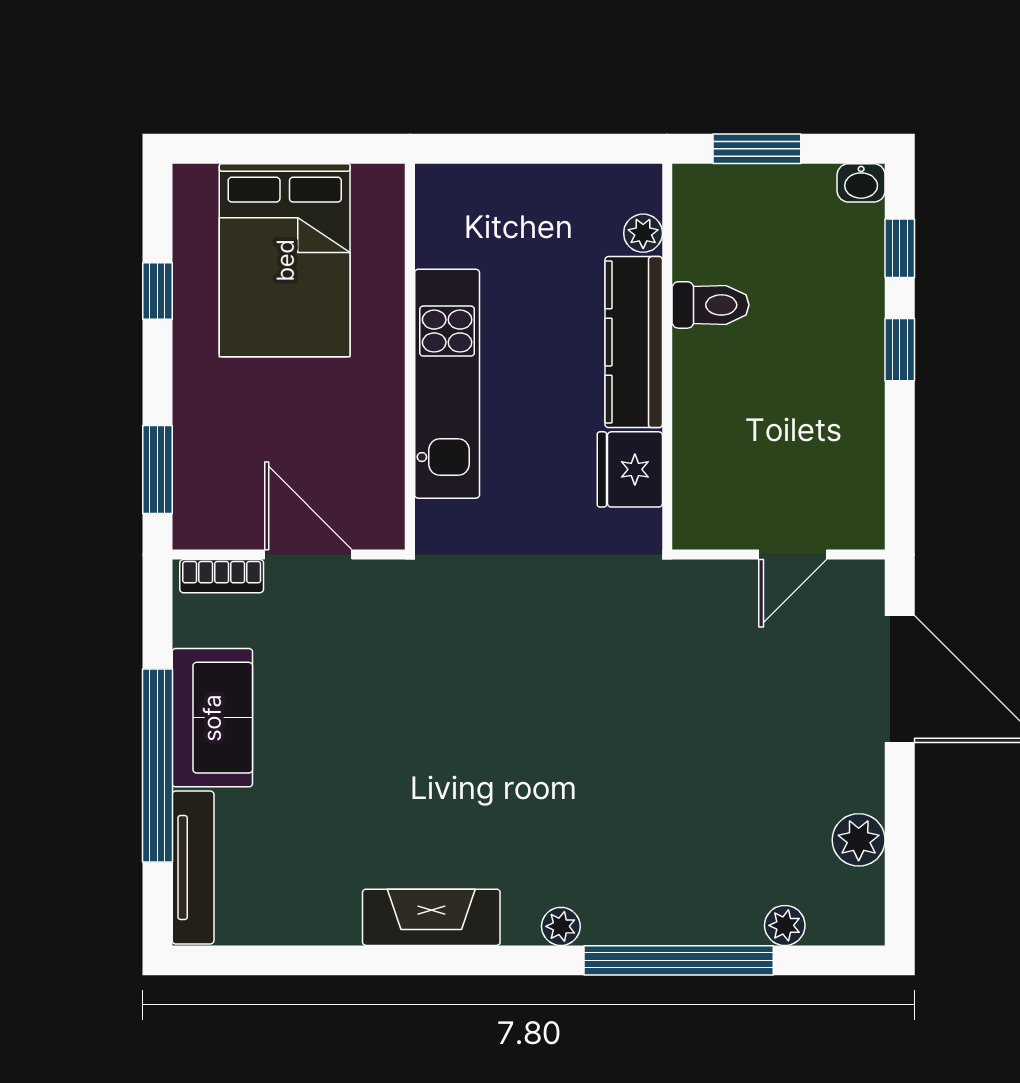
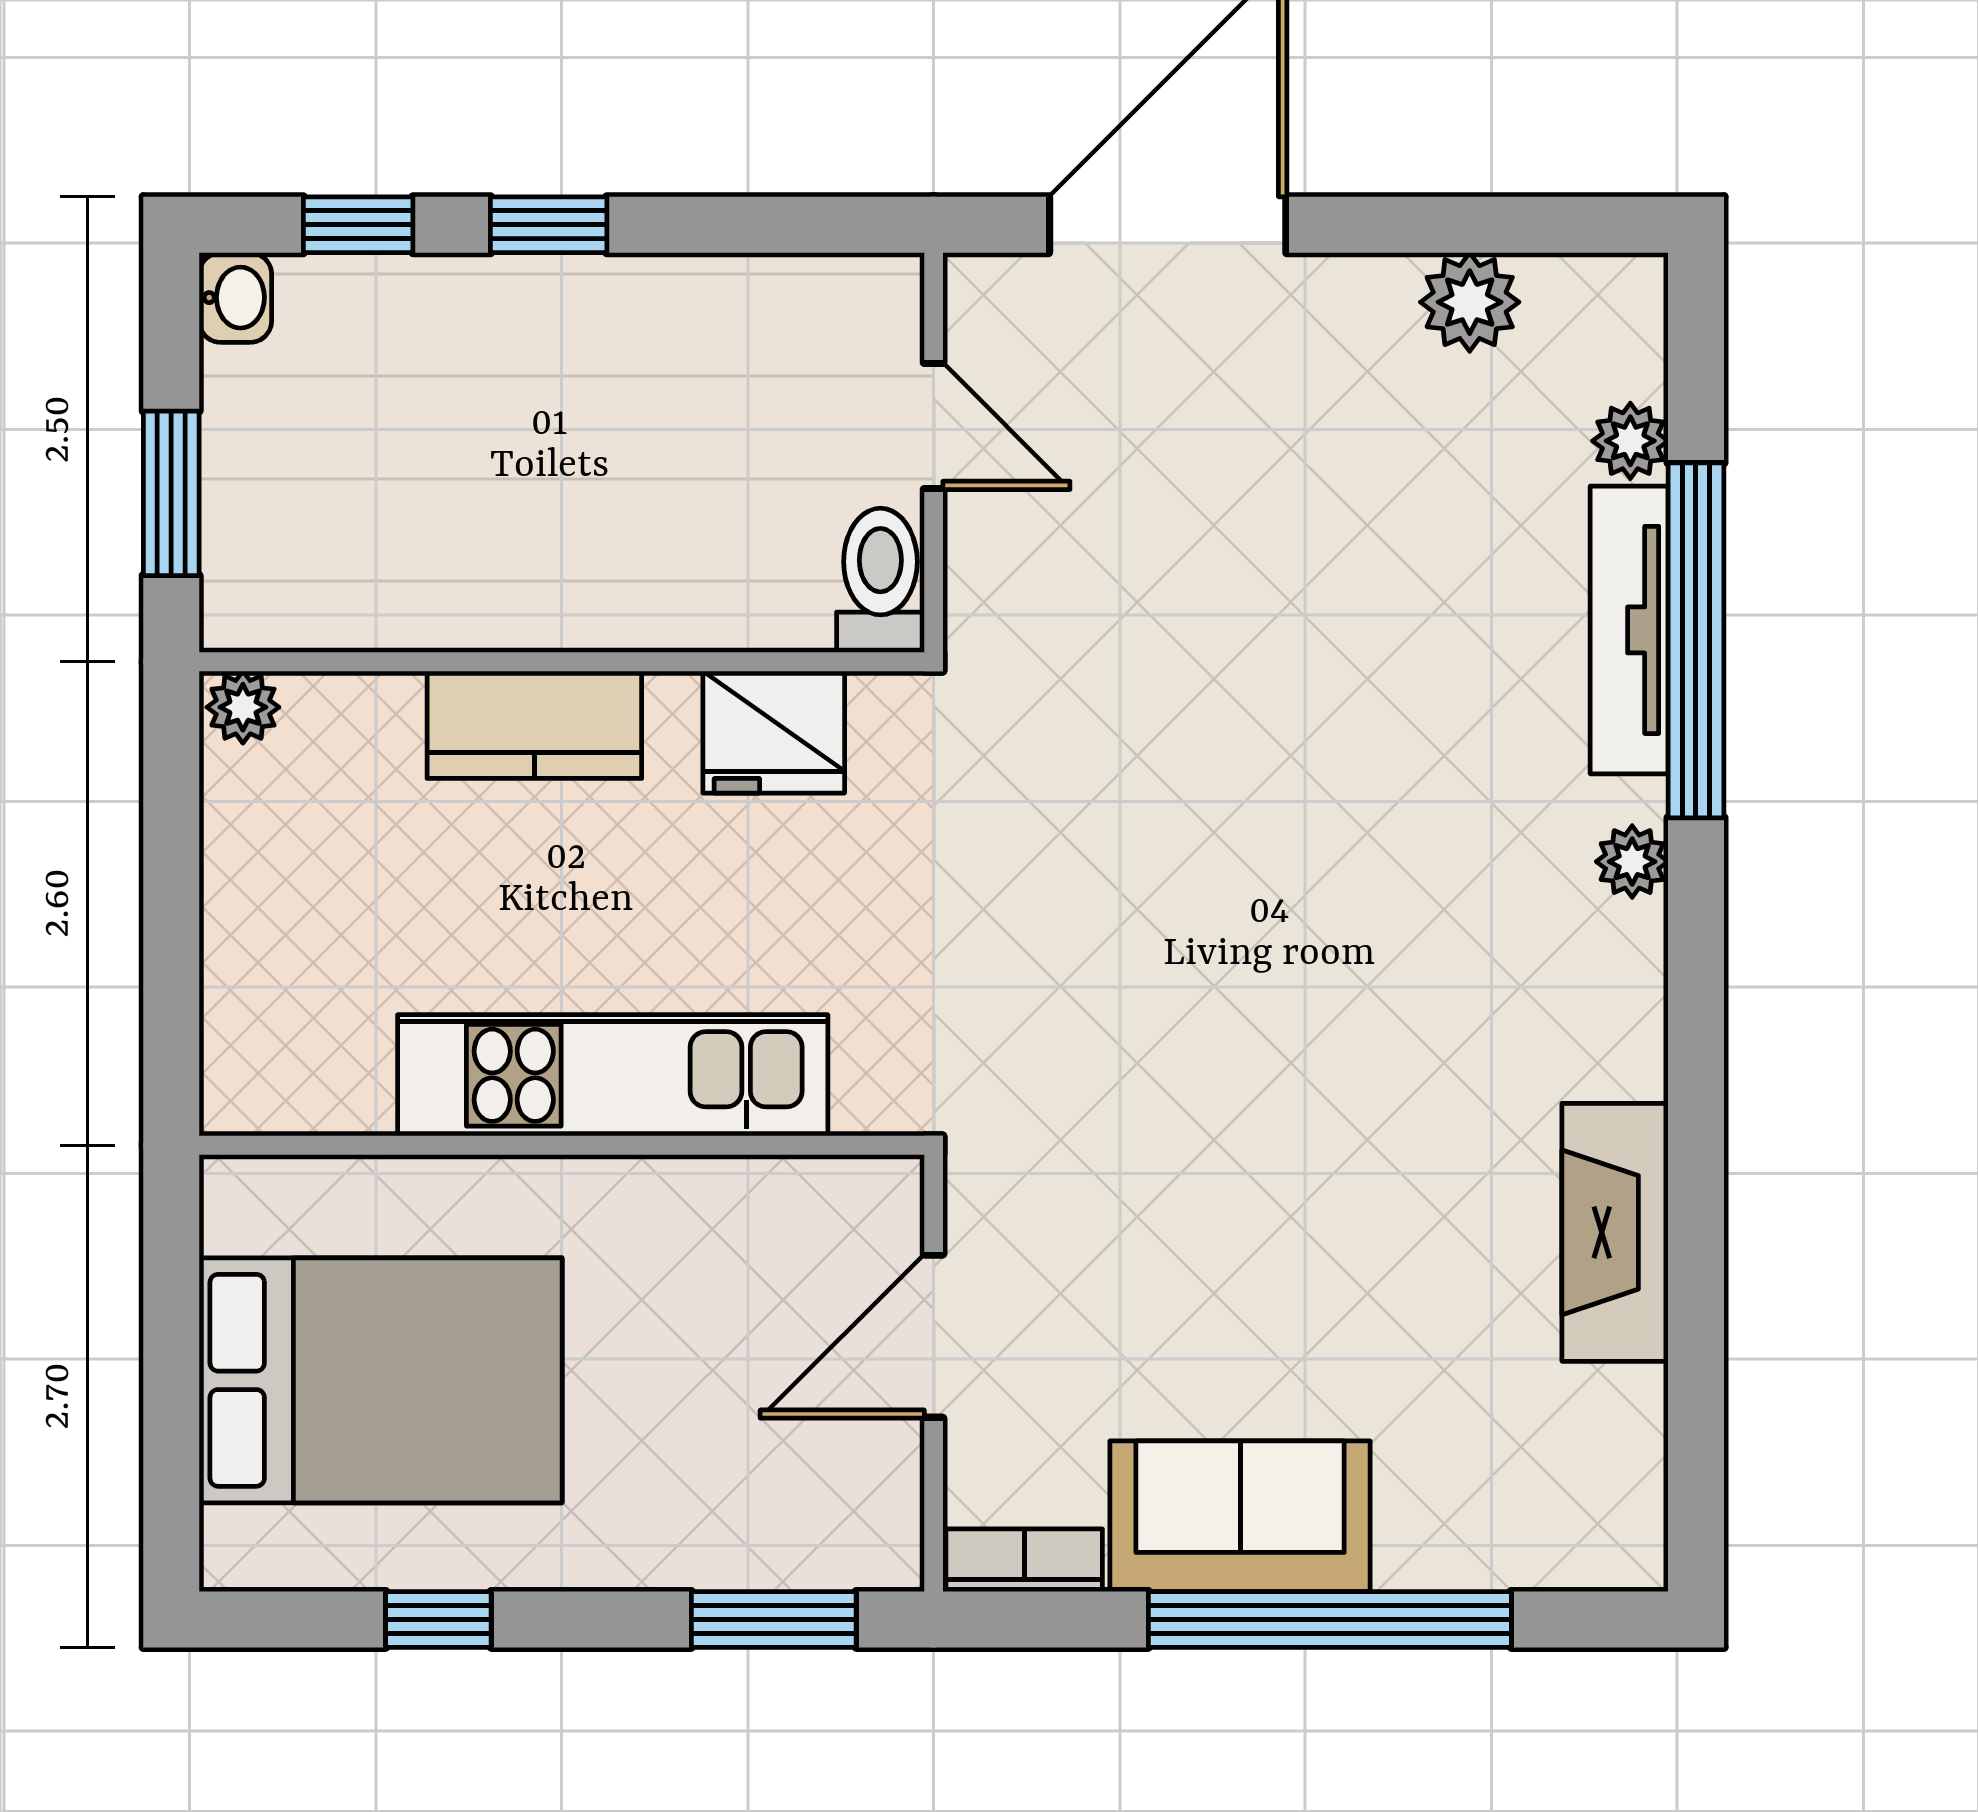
plant: (643, 233) -> (243, 707), moved
toilet: (711, 305) -> (880, 580), moved
kitchen counter: (634, 342) -> (534, 725), width x0.67
bookcase: (222, 576) -> (1024, 1560), moved, turned -90
tv unit: (193, 868) -> (1629, 630), moved, turned -90
fireplace: (431, 917) -> (1615, 1232), moved

